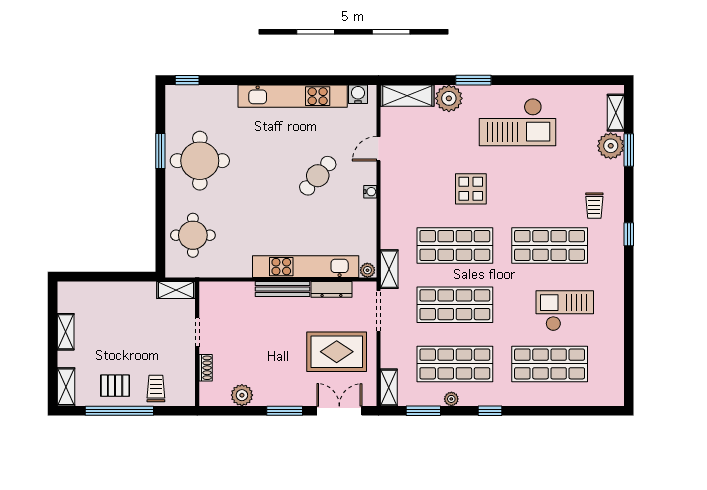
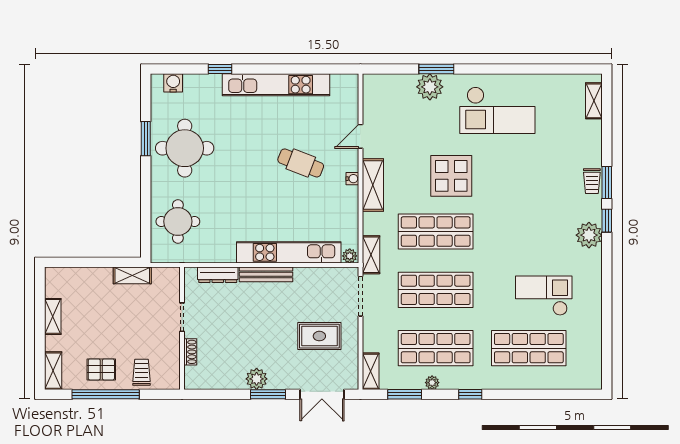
window: (187, 80) -> (220, 69), moved
window: (473, 80) -> (436, 69), moved
water cooler: (358, 94) -> (173, 83), moved
shelving: (407, 96) -> (373, 185), moved, turned 90
plant: (611, 146) -> (589, 235), moved
window: (629, 150) -> (607, 182), moved
cafe table: (318, 176) -> (301, 163), turned 70
display table: (471, 189) -> (451, 176), width x1.36, depth x1.36
trolley: (594, 206) -> (592, 181), moved
shop shelf: (550, 245) -> (529, 232), removed
dresser: (331, 289) -> (218, 275), moved
shelving: (176, 290) -> (132, 275), moved
rug: (337, 352) -> (319, 336), width x0.73, depth x0.70
plant: (242, 395) -> (257, 379), moved
double door: (339, 411) -> (322, 394), swing flipped

